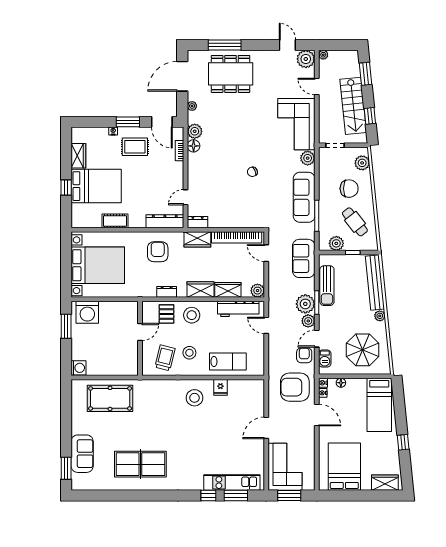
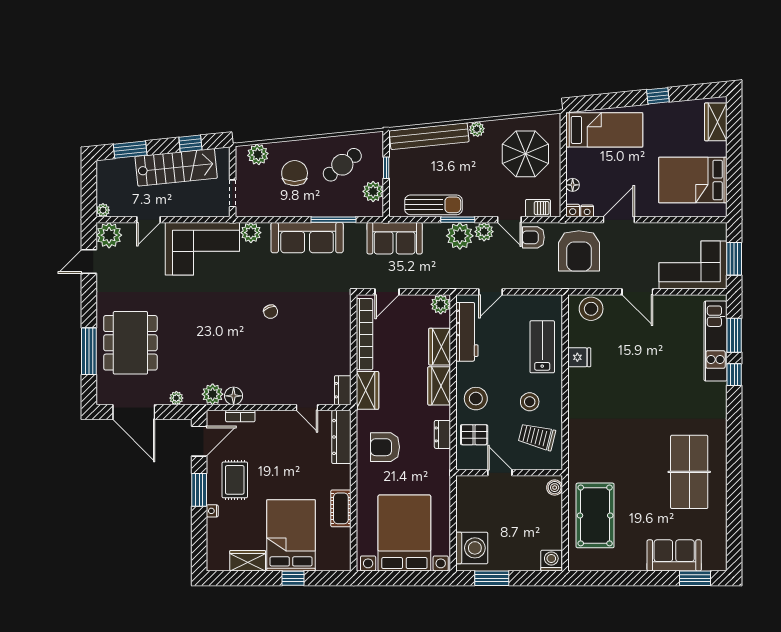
boiler: (130, 370) -> (555, 488), added
stool: (195, 398) -> (591, 309), moved

